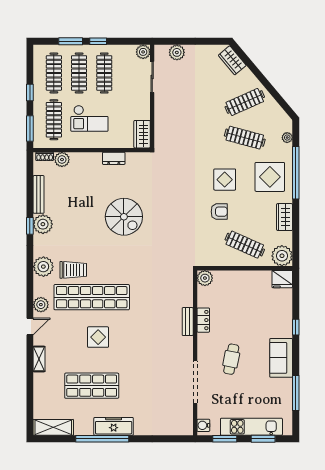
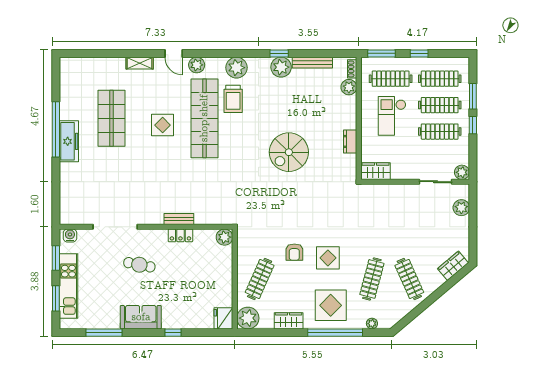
shelving: (53, 427) -> (68, 78), removed

